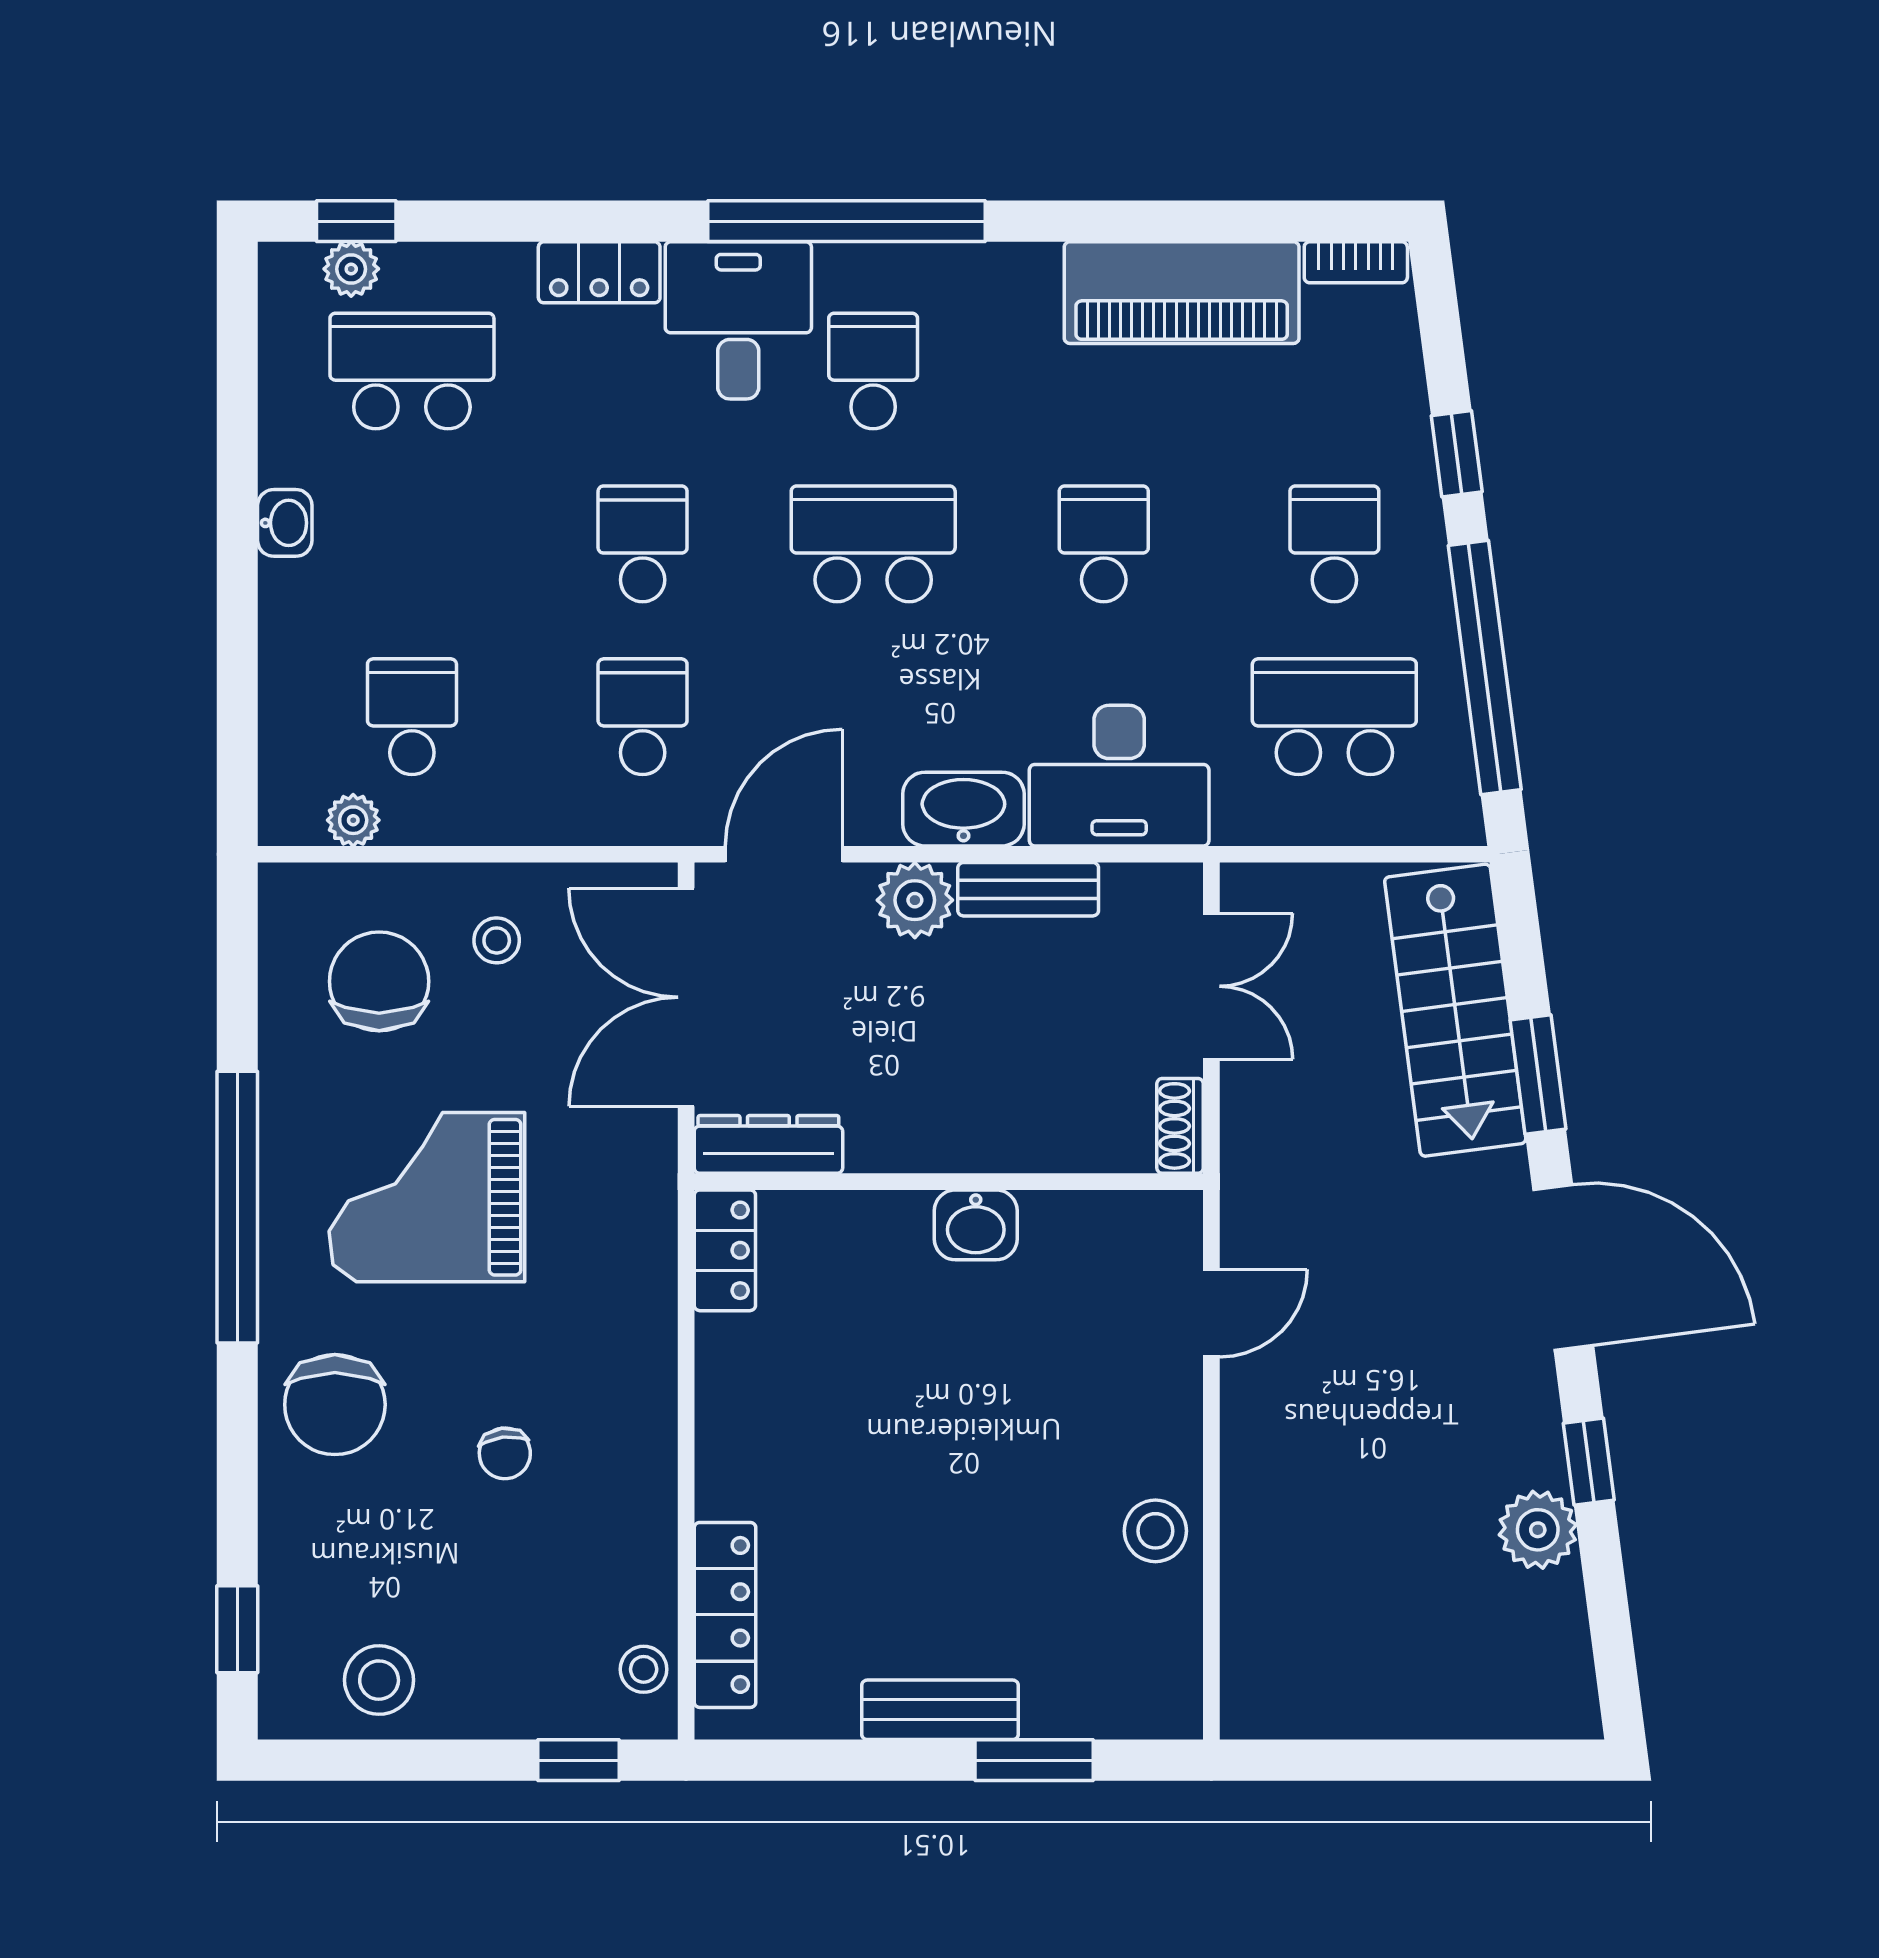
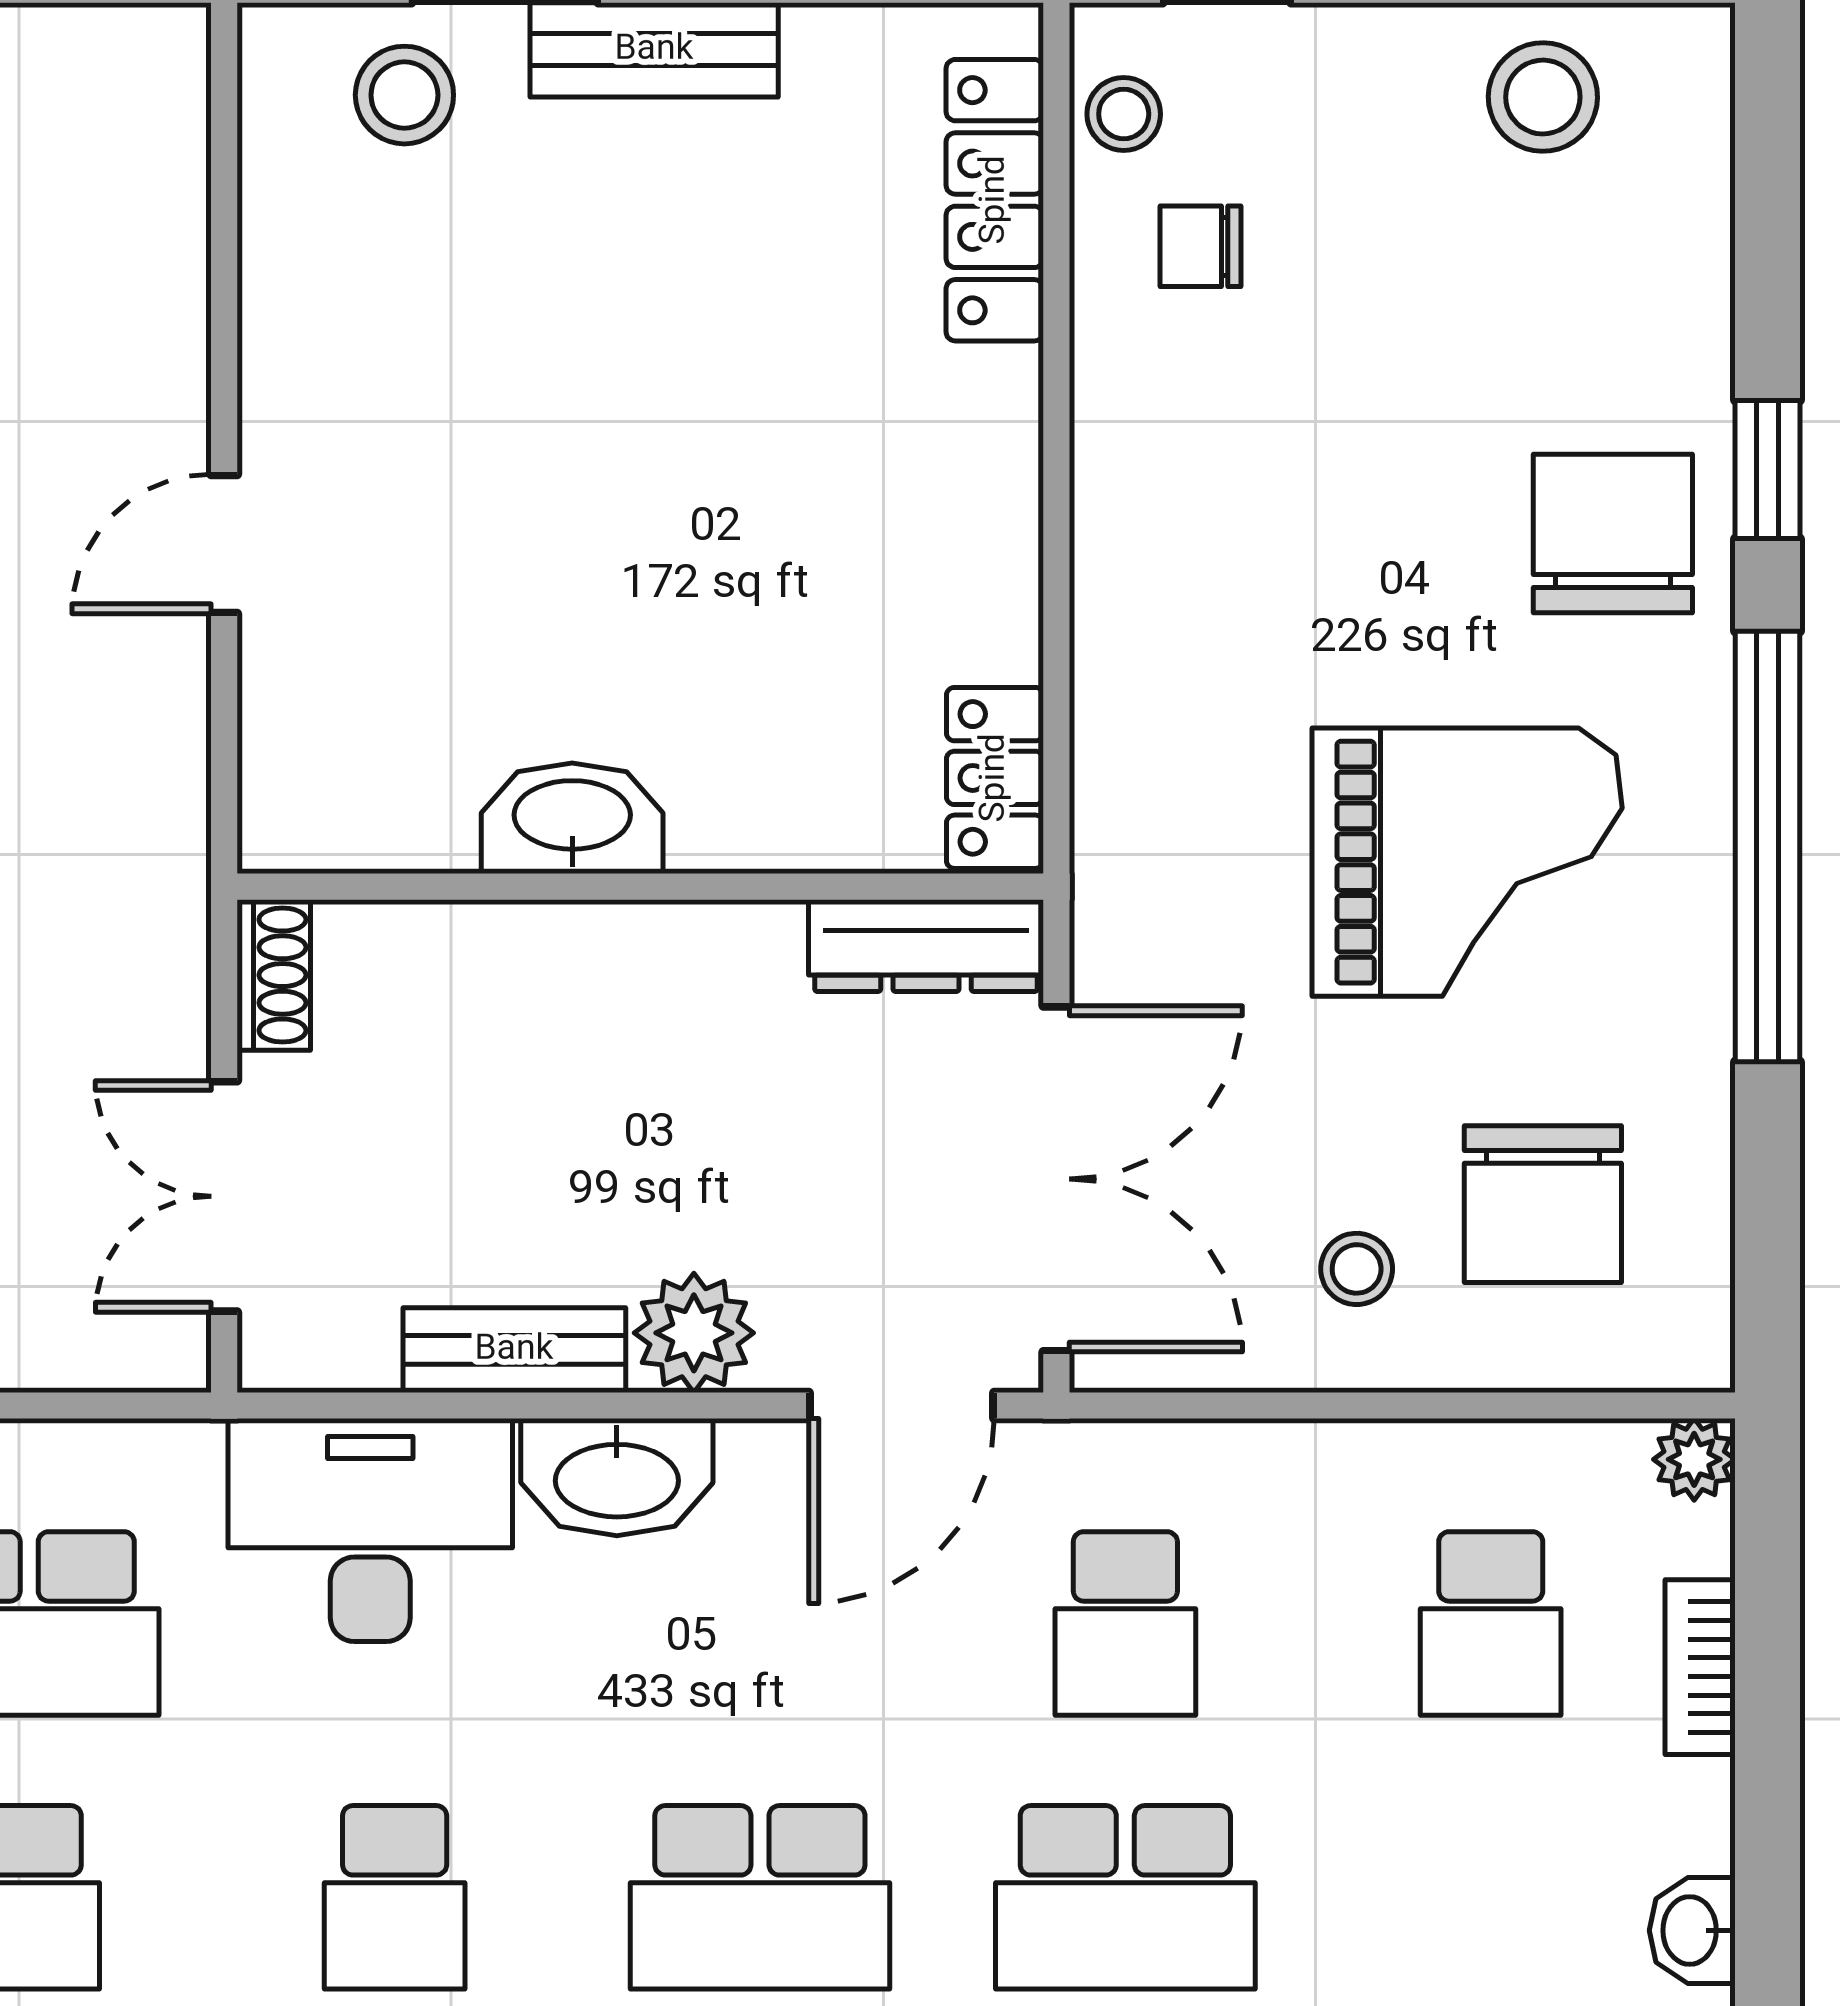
school desk: (643, 544) -> (1125, 1897), width x1.85
bookcase: (280, 689) -> (1700, 1667), added
plant: (353, 820) -> (1694, 1459), moved
washbasin: (976, 1225) -> (572, 818), width x1.38
door: (1211, 1313) -> (224, 544), moved
chair: (505, 1453) -> (1201, 246), moved, turned -83
stool: (1155, 1531) -> (404, 95), moved
window: (237, 1629) -> (1768, 469), moved

